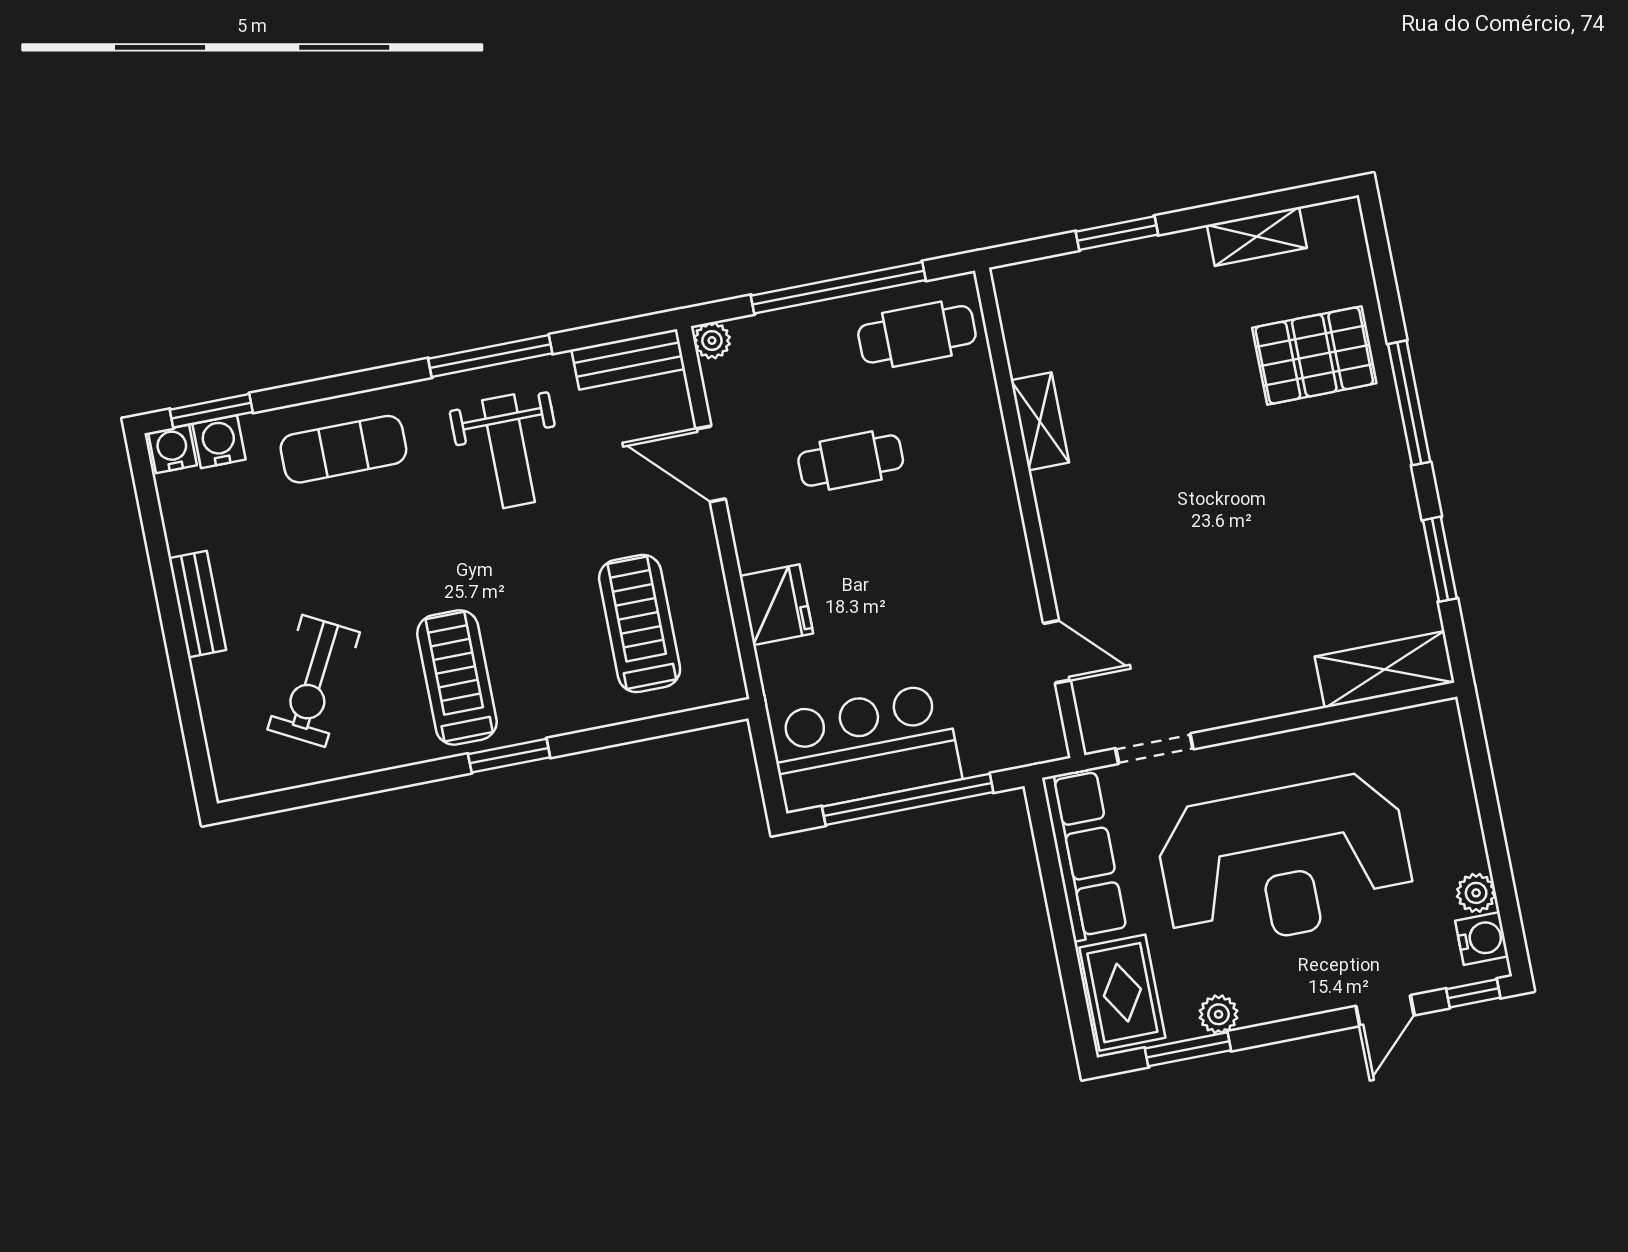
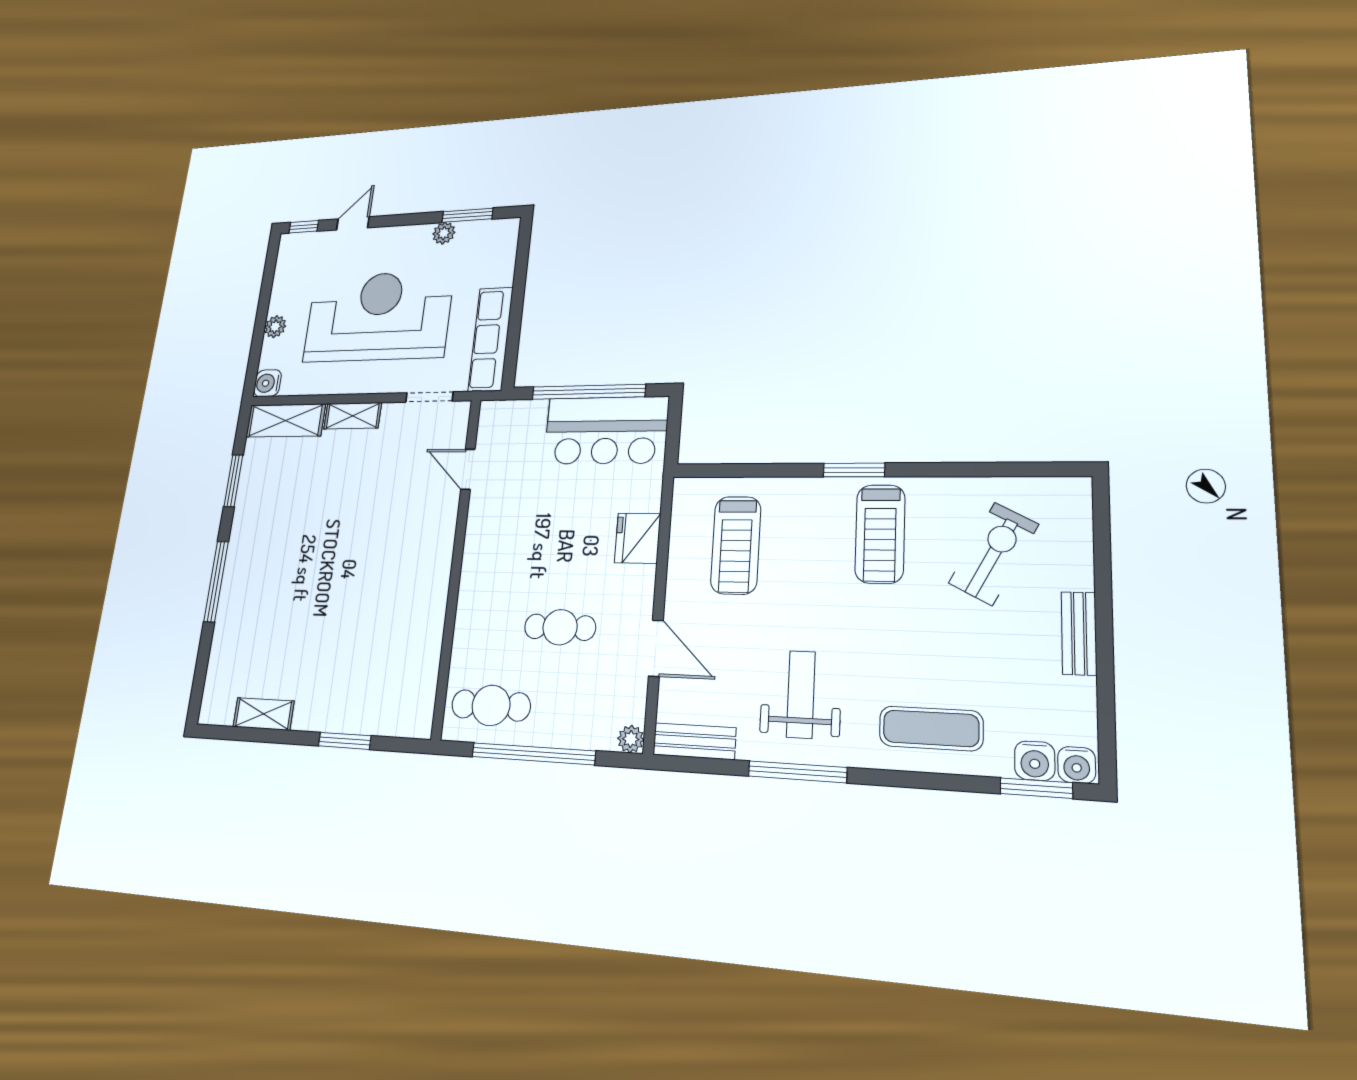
pallet: (1314, 356) -> (257, 626), removed
shelving: (1040, 421) -> (353, 416), moved, turned 90
plant: (1476, 893) -> (275, 327), moved
water cooler: (1482, 939) -> (268, 383), moved
rug: (1122, 993) -> (494, 253), removed

